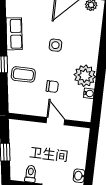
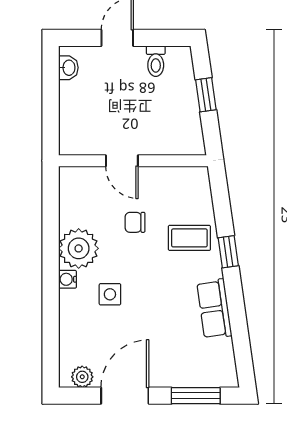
side table: (55, 45) -> (110, 294), moved
water cooler: (89, 93) -> (68, 279), moved

